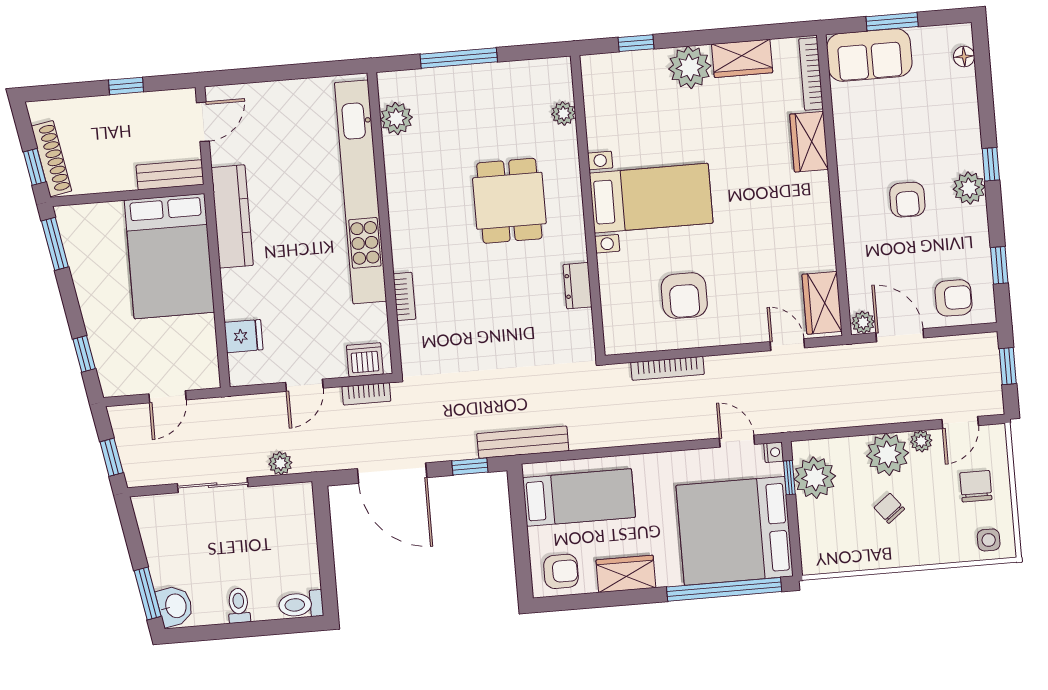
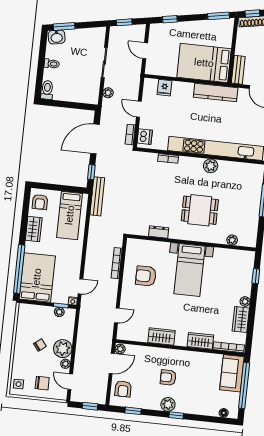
window: (892, 22) -> (244, 385), width x2.11
plant: (690, 67) -> (245, 301), width x0.53, depth x0.53
plant: (396, 118) -> (211, 166), moved
wardrobe: (822, 303) -> (161, 336), moved
plant: (815, 478) -> (59, 312), width x0.53, depth x0.53
bed: (735, 531) -> (37, 278), width x0.73

